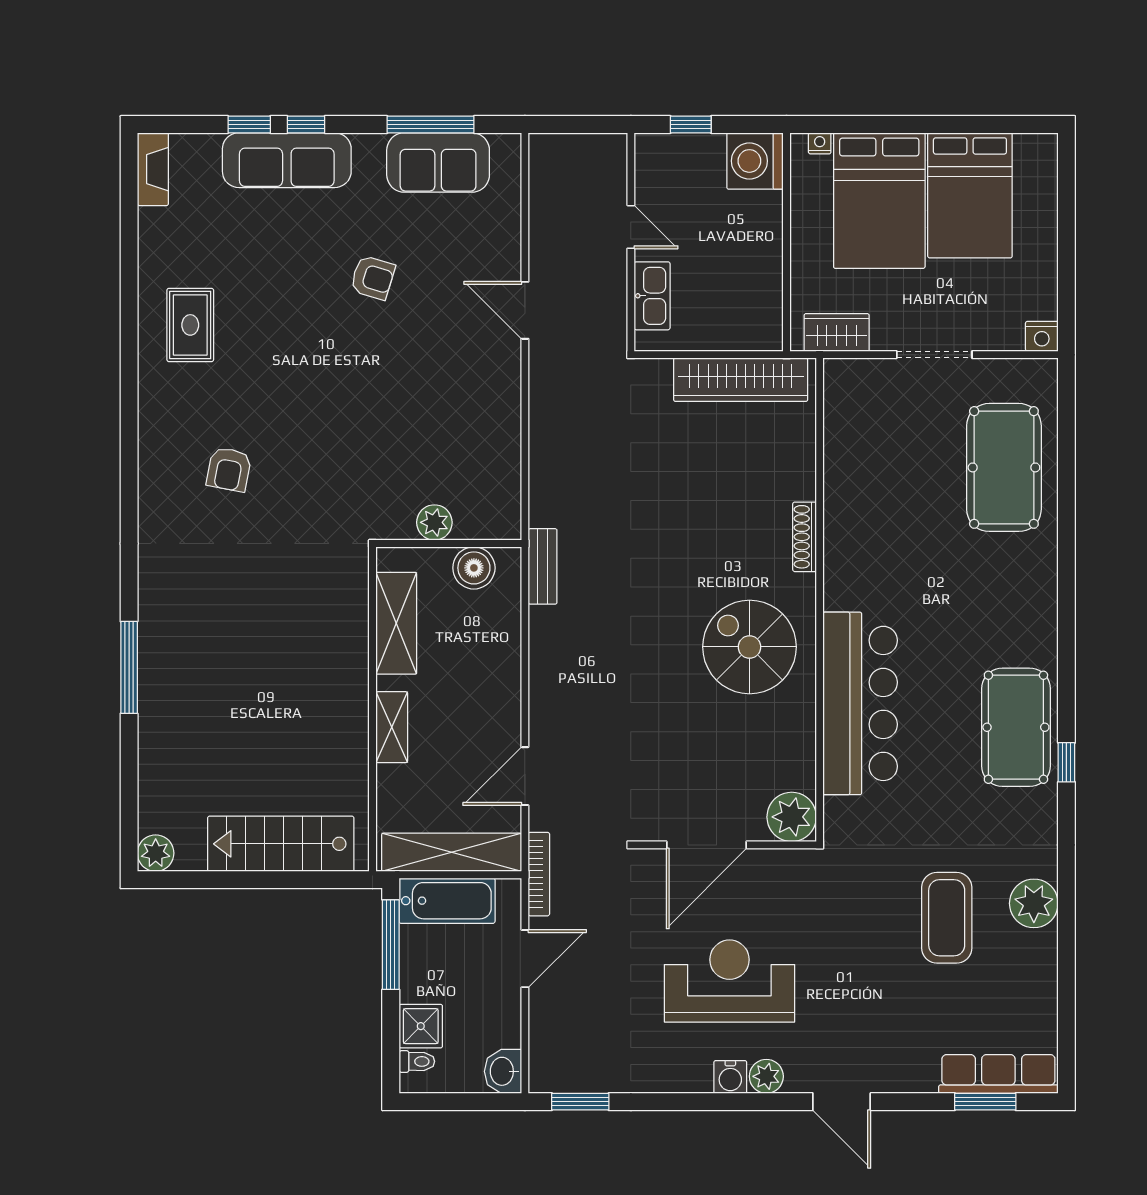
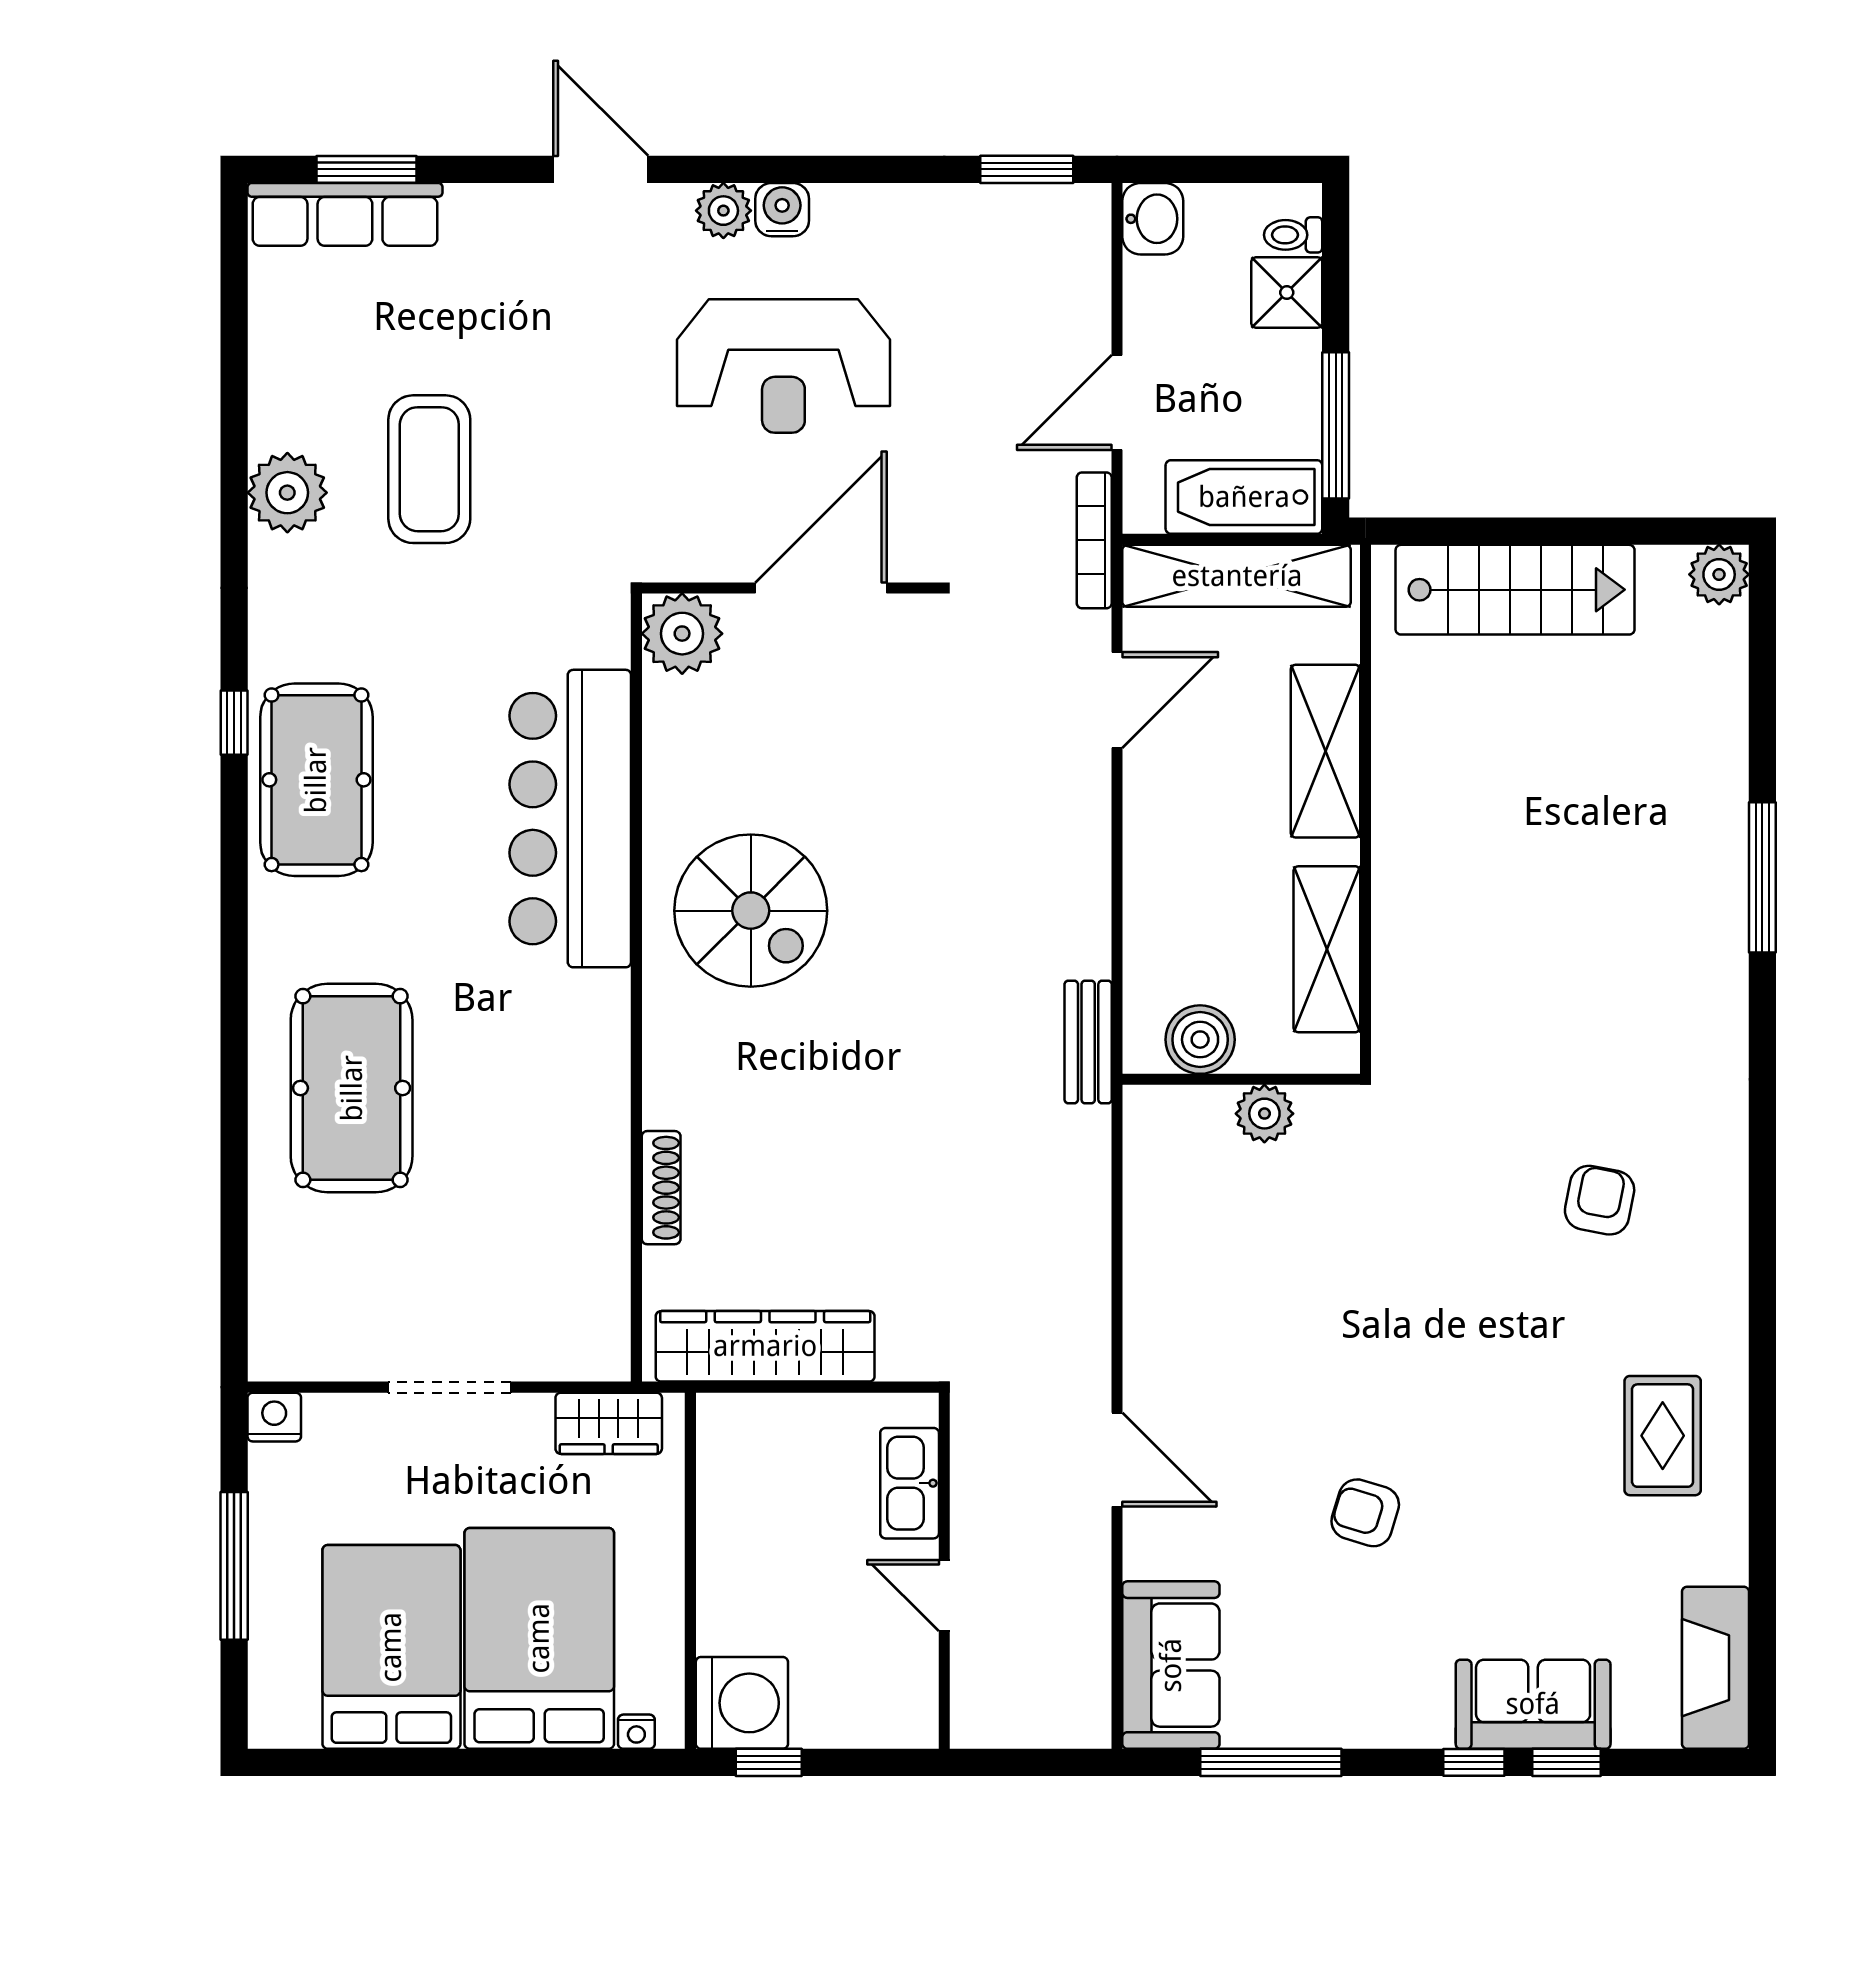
window: (691, 124) -> (769, 1762), moved
sofa: (287, 160) -> (1533, 1704), width x0.73
sofa: (438, 162) -> (1171, 1665), moved, turned 90
fireplace: (153, 169) -> (1715, 1668), width x1.37, depth x1.32
window: (1066, 245) -> (234, 1566), added
pool table: (1004, 467) -> (352, 1088), moved
shoe rack: (805, 537) -> (661, 1188), moved
shelving: (392, 727) -> (1325, 751), width x1.50, depth x1.33

